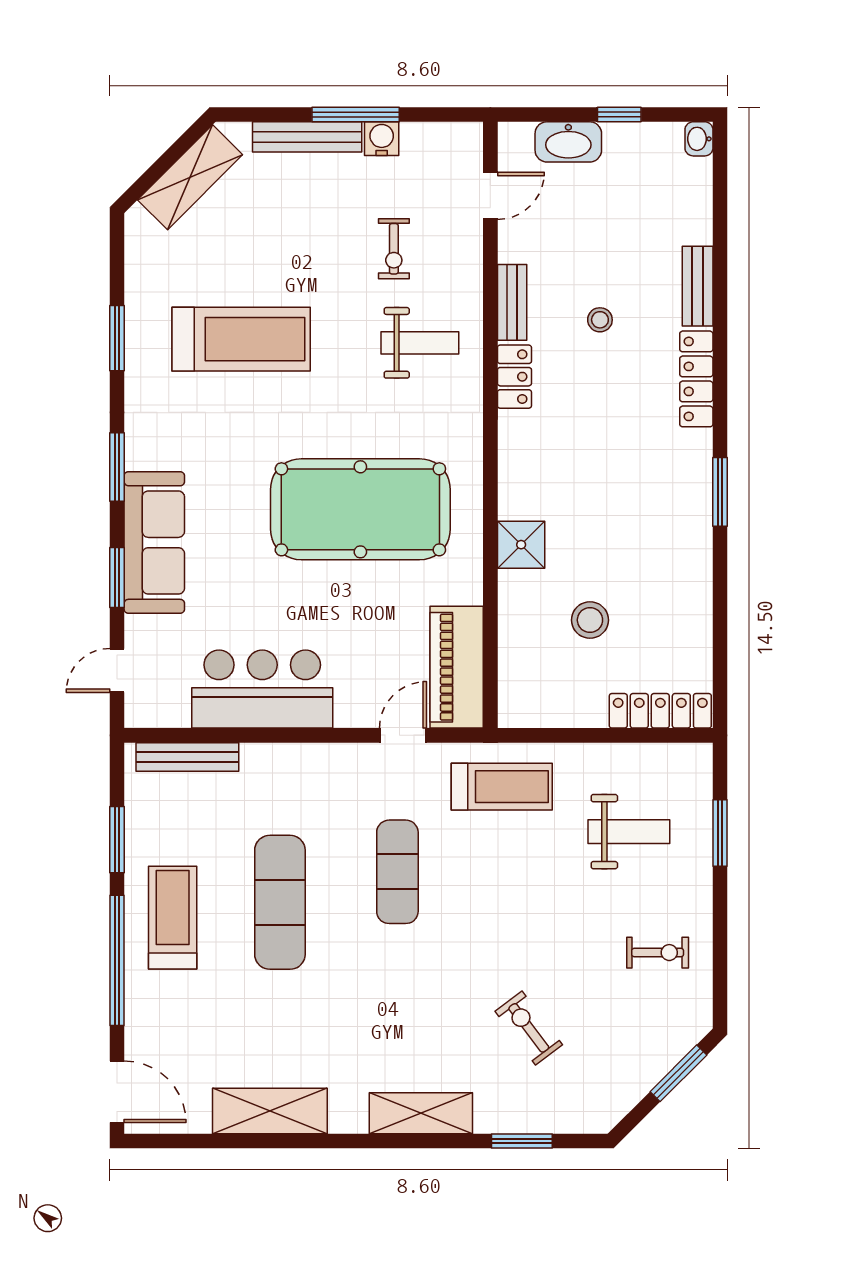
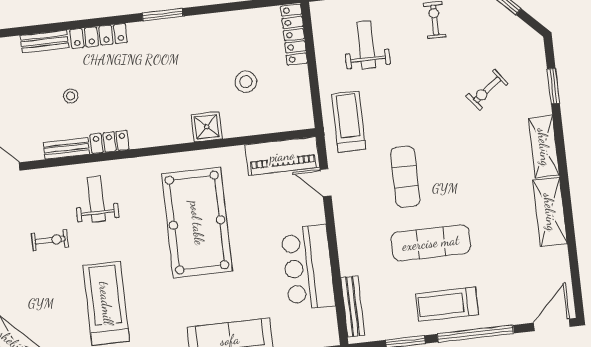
exercise bike: (394, 249) -> (50, 240), moved
exercise mat: (397, 872) -> (405, 177), turned 90
shelving: (270, 1111) -> (550, 212), moved

